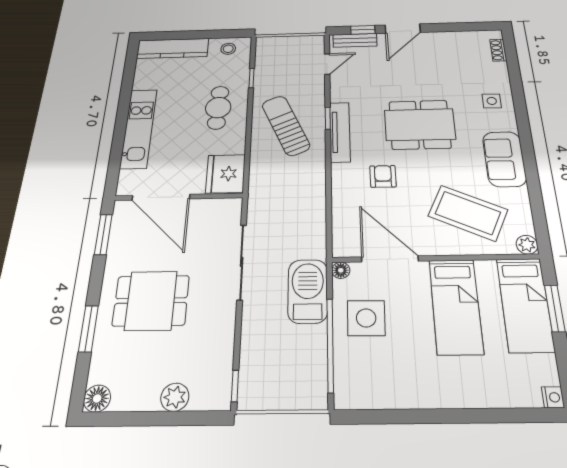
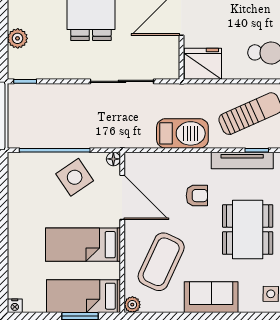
door: (390, 259) -> (122, 197), hinge flipped
barbecue: (308, 291) -> (182, 133), moved
side table: (366, 318) -> (75, 177), turned -35

